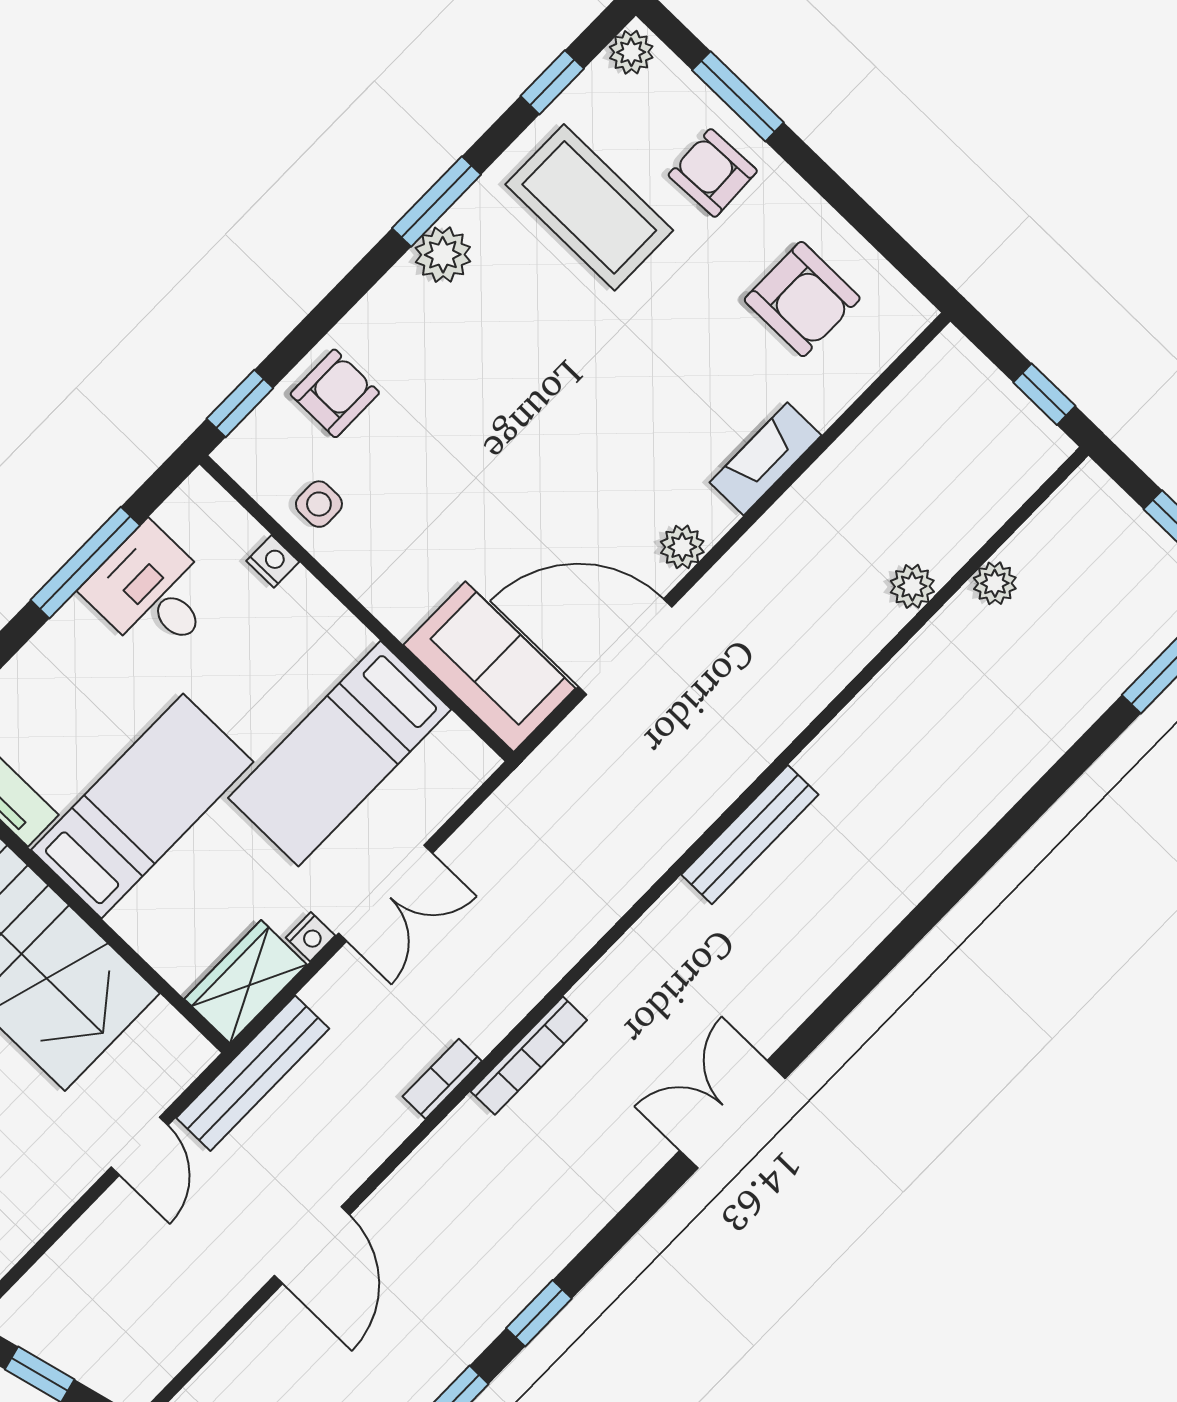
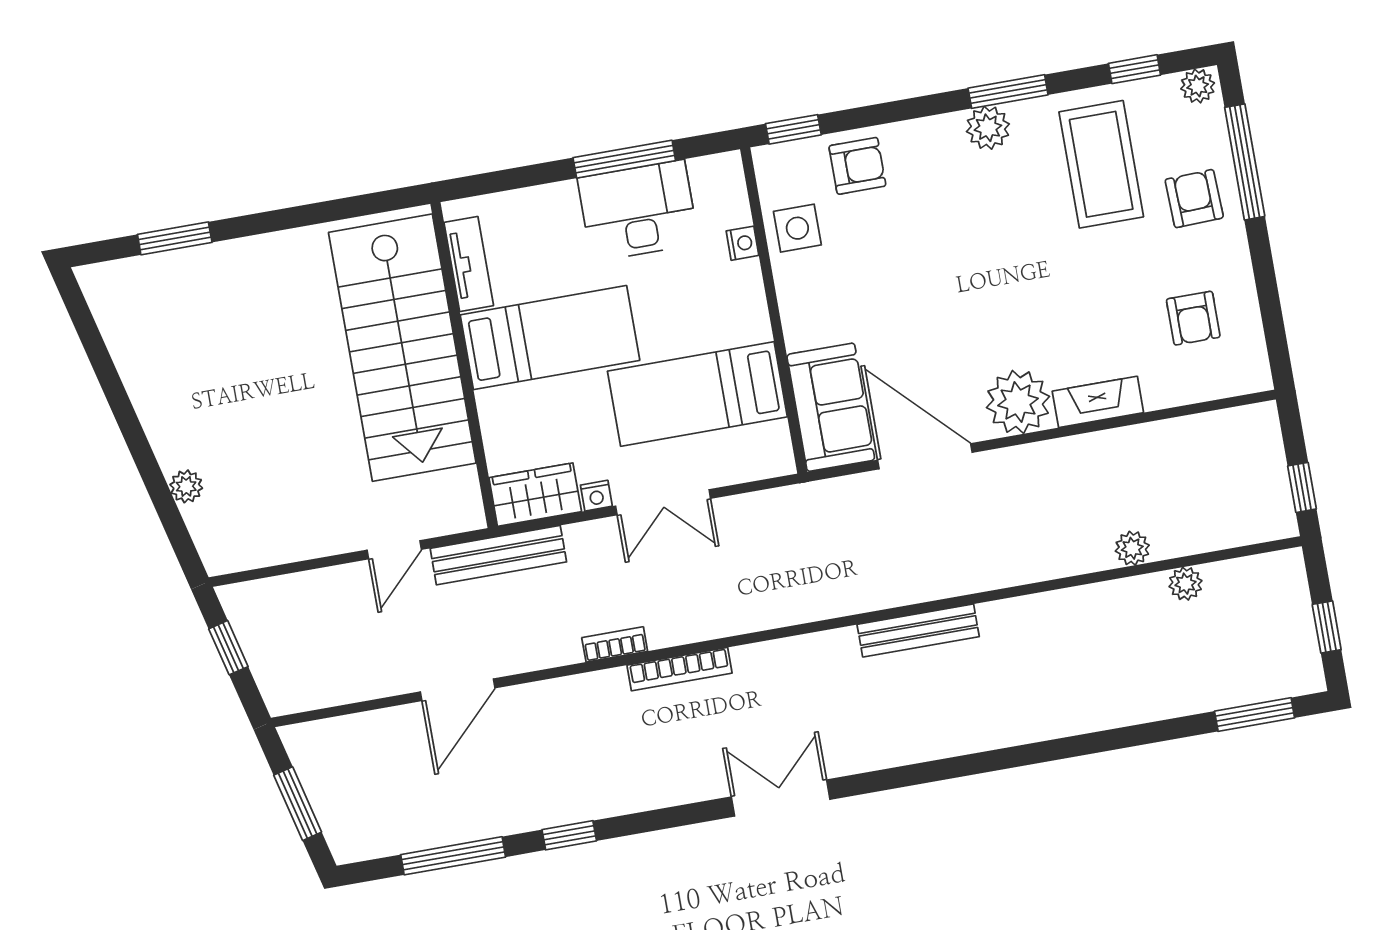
window: (738, 96) -> (1245, 162), width x1.44
armchair: (802, 299) -> (1193, 318), width x0.72, depth x0.72
side table: (319, 504) -> (797, 228), width x1.37, depth x1.37
plant: (682, 547) -> (1018, 402), width x1.88, depth x1.88
desk: (152, 593) -> (638, 211), width x1.37

